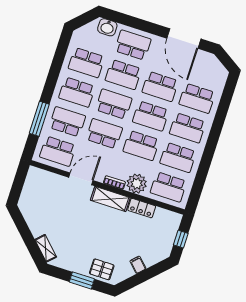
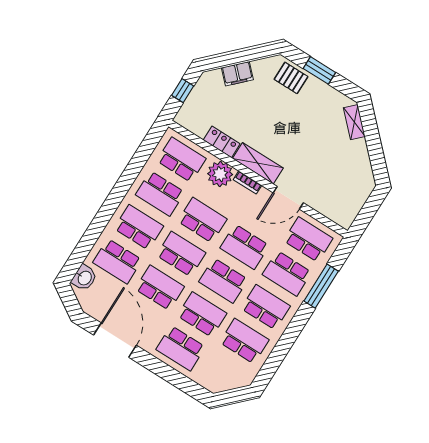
washbasin: (107, 27) -> (84, 278), moved, turned 90
school desk: (197, 98) -> (117, 261), turned 180
school desk: (178, 157) -> (160, 193), turned 180
filing cabinet: (138, 265) -> (237, 74), width x2.00

